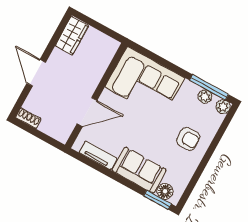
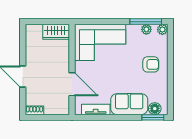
wardrobe: (72, 36) -> (56, 32), moved, turned 90
door: (87, 112) -> (72, 84), hinge flipped

